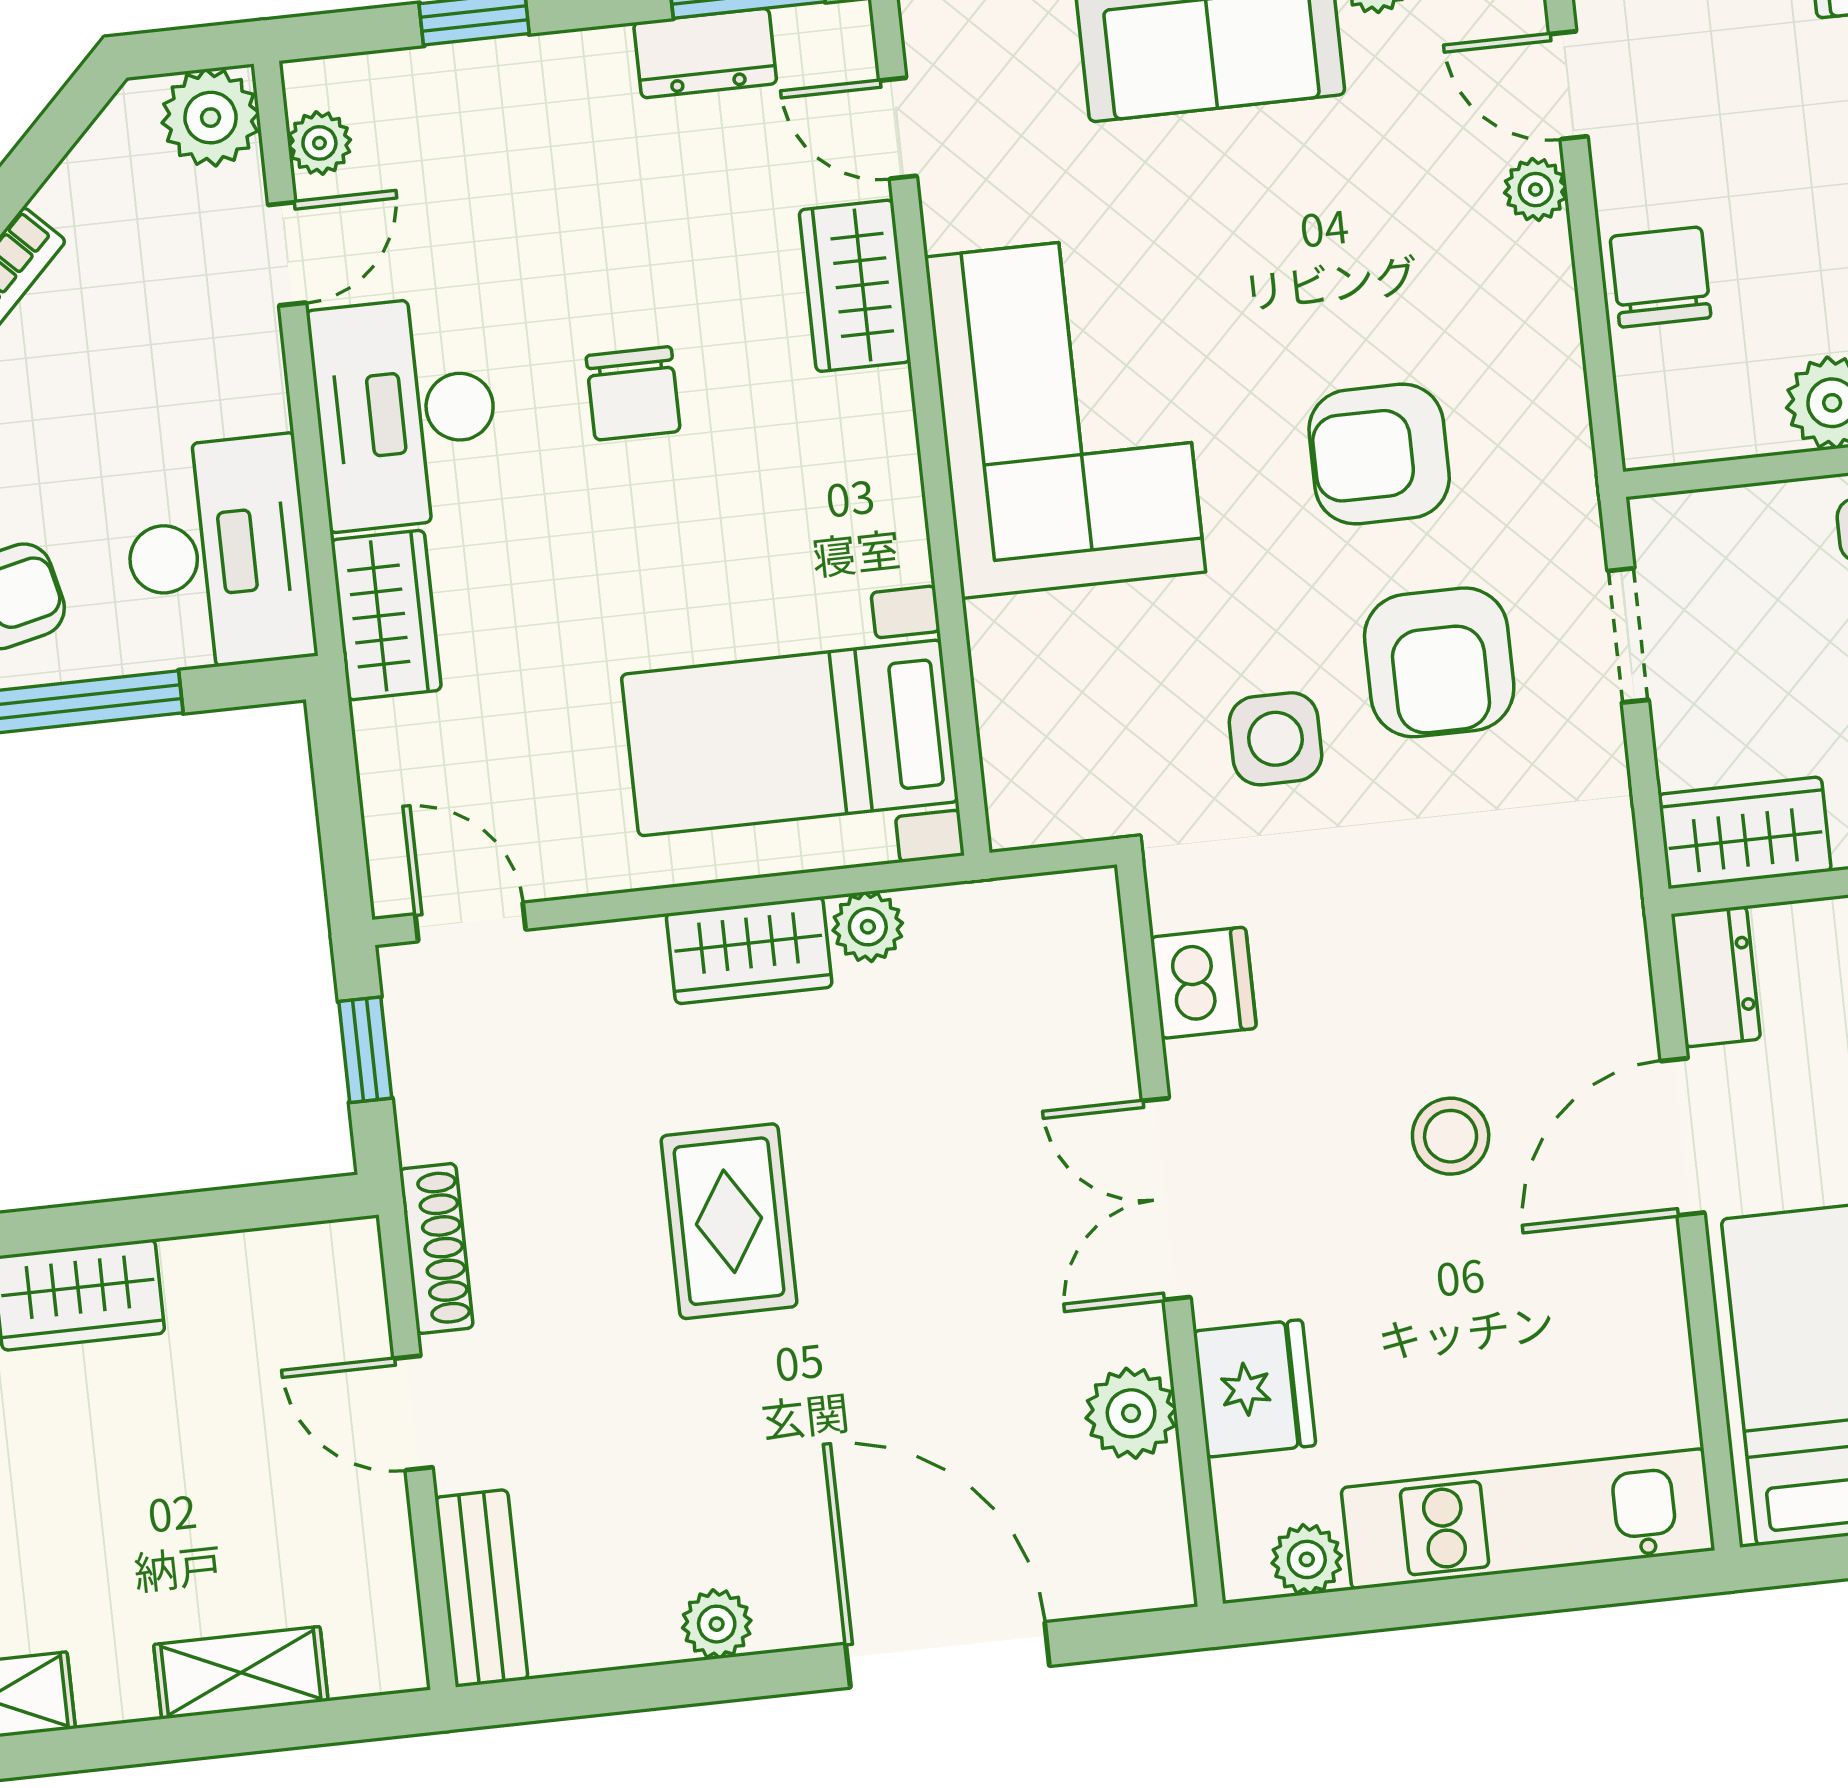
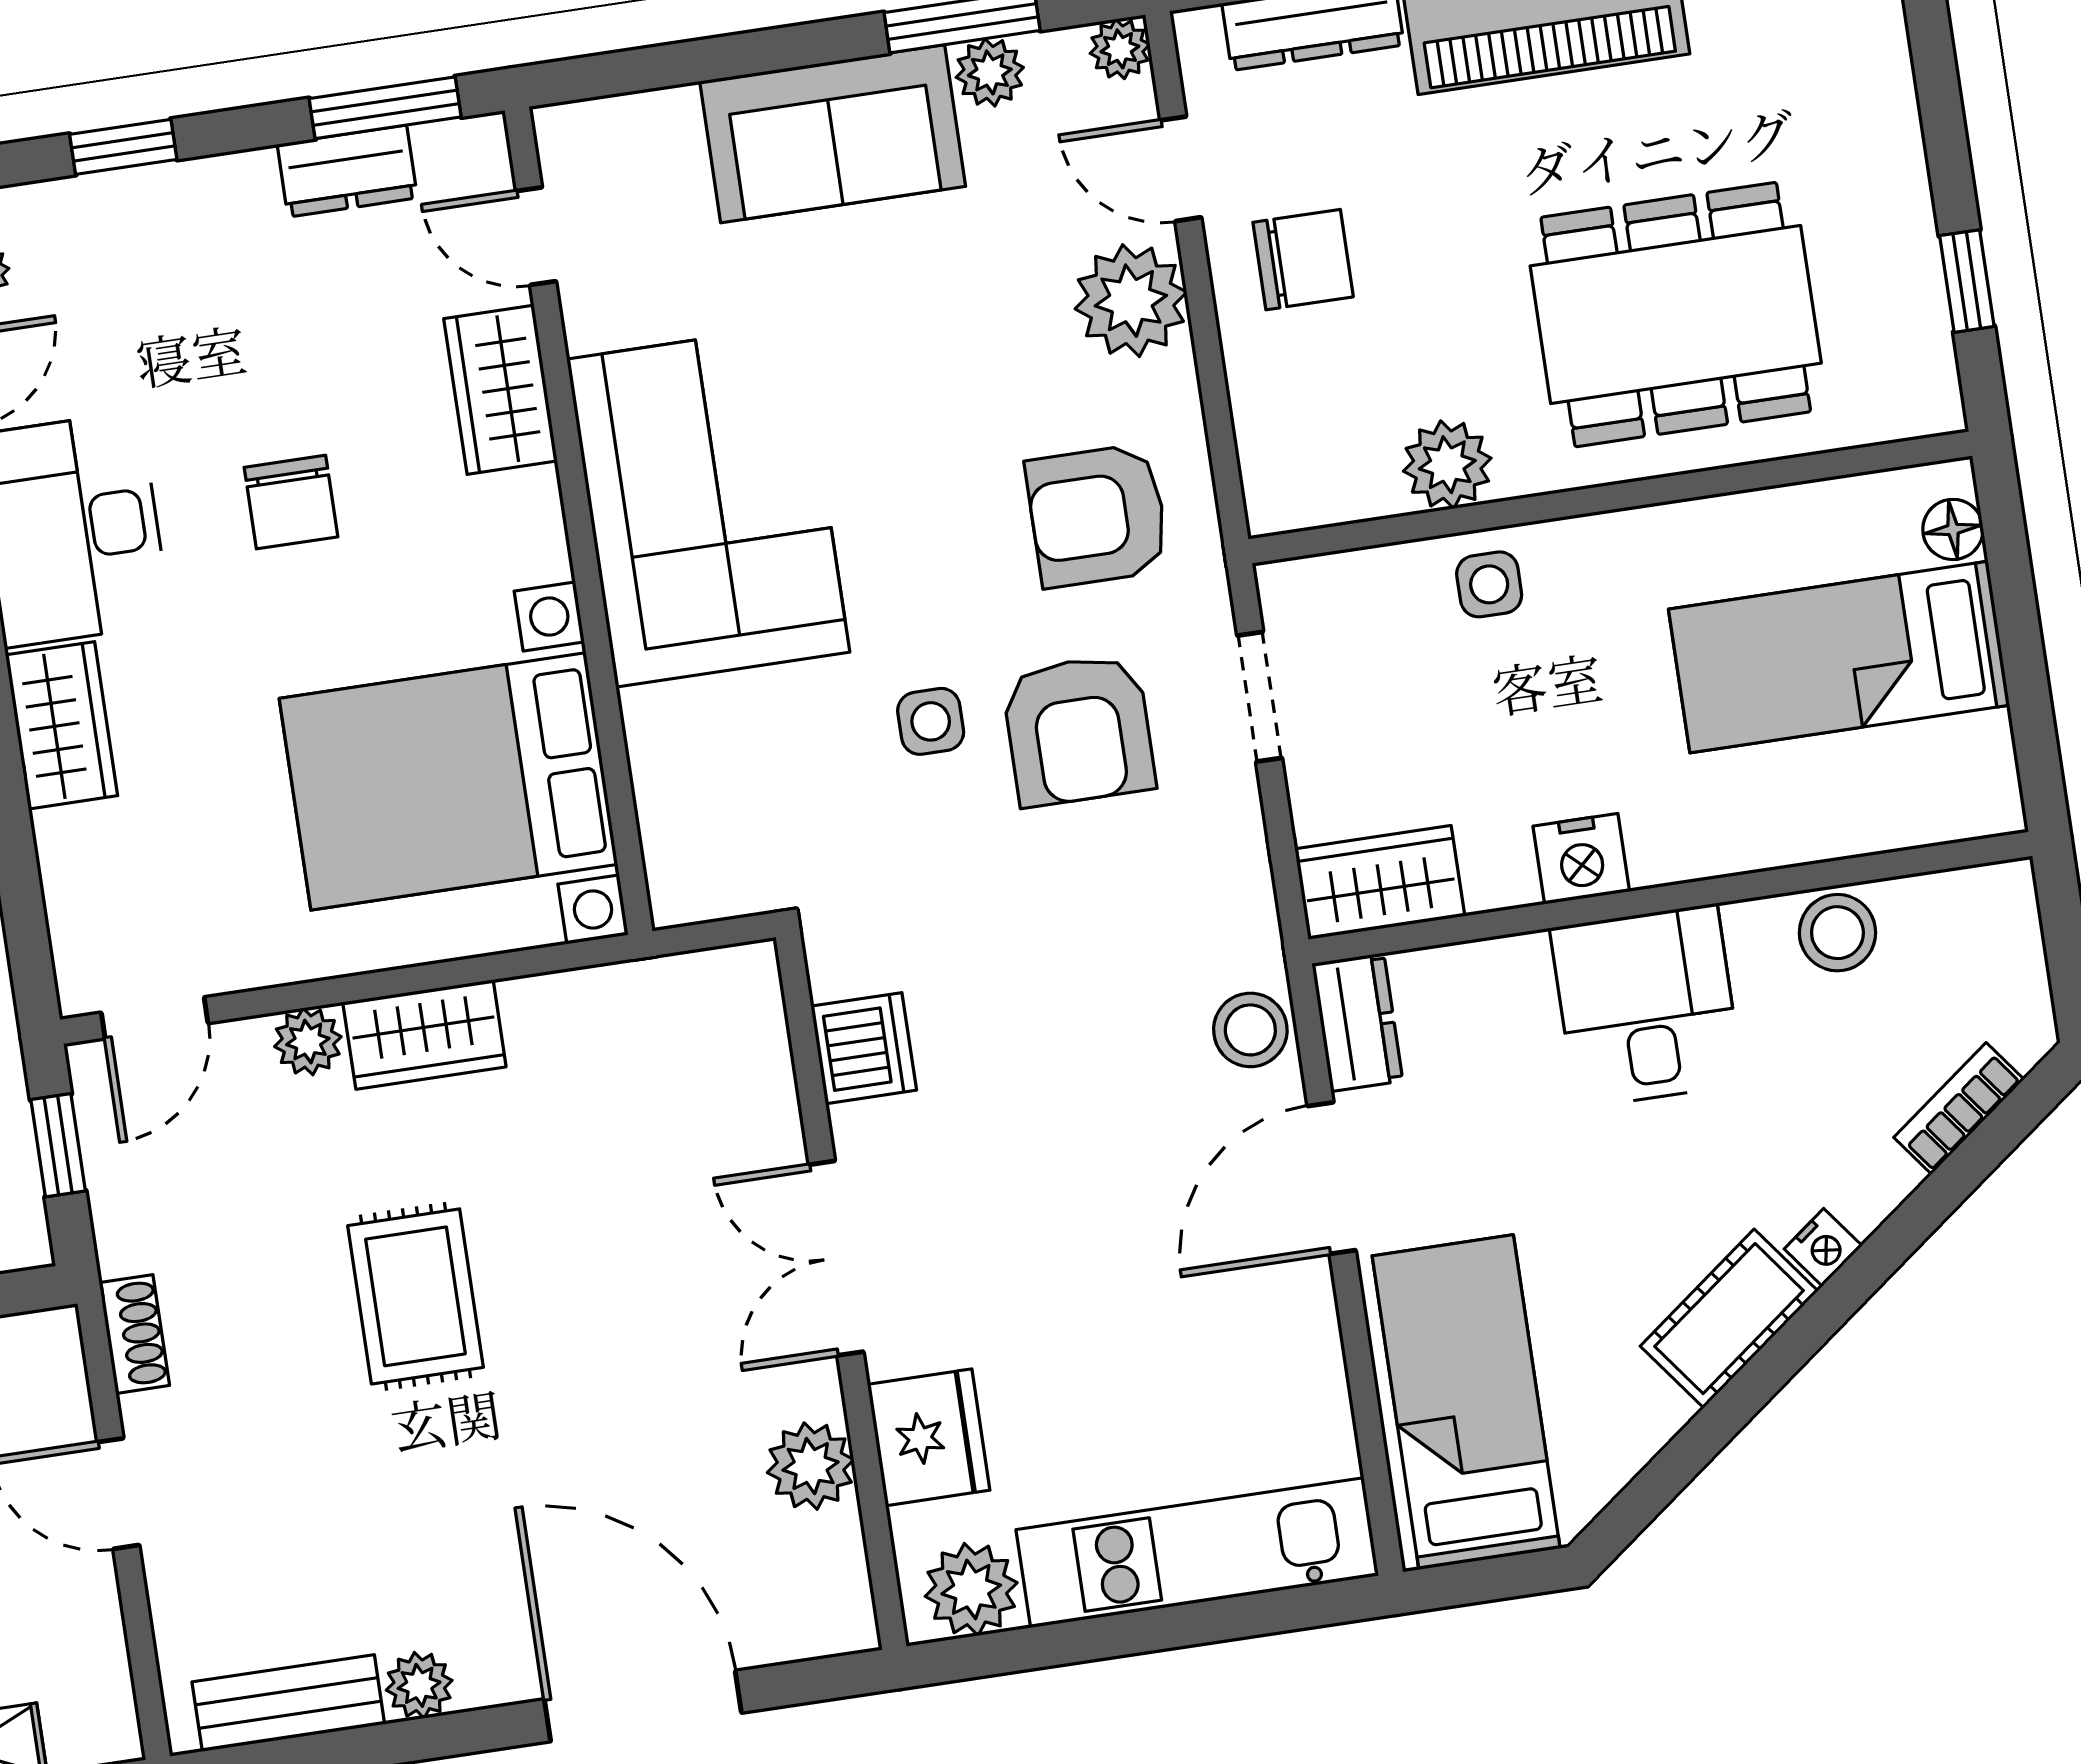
plant: (1536, 190) -> (1131, 301), width x1.87, depth x1.87
chair: (1660, 277) -> (1303, 260), moved, turned 90
armchair: (1379, 454) -> (1097, 516), moved
bed with nightstands: (790, 738) -> (448, 781), width x1.36
side table: (1276, 739) -> (931, 721), moved, width x0.73, depth x0.73
door: (470, 922) -> (155, 1018), swing flipped
plant: (868, 927) -> (308, 1042), moved
stool: (1451, 1136) -> (1250, 1030), moved
shoe rack: (436, 1248) -> (134, 1334), width x0.70
plant: (1307, 1559) -> (971, 1589), width x1.38, depth x1.38
bench: (481, 1588) -> (288, 1703), moved, turned 90

